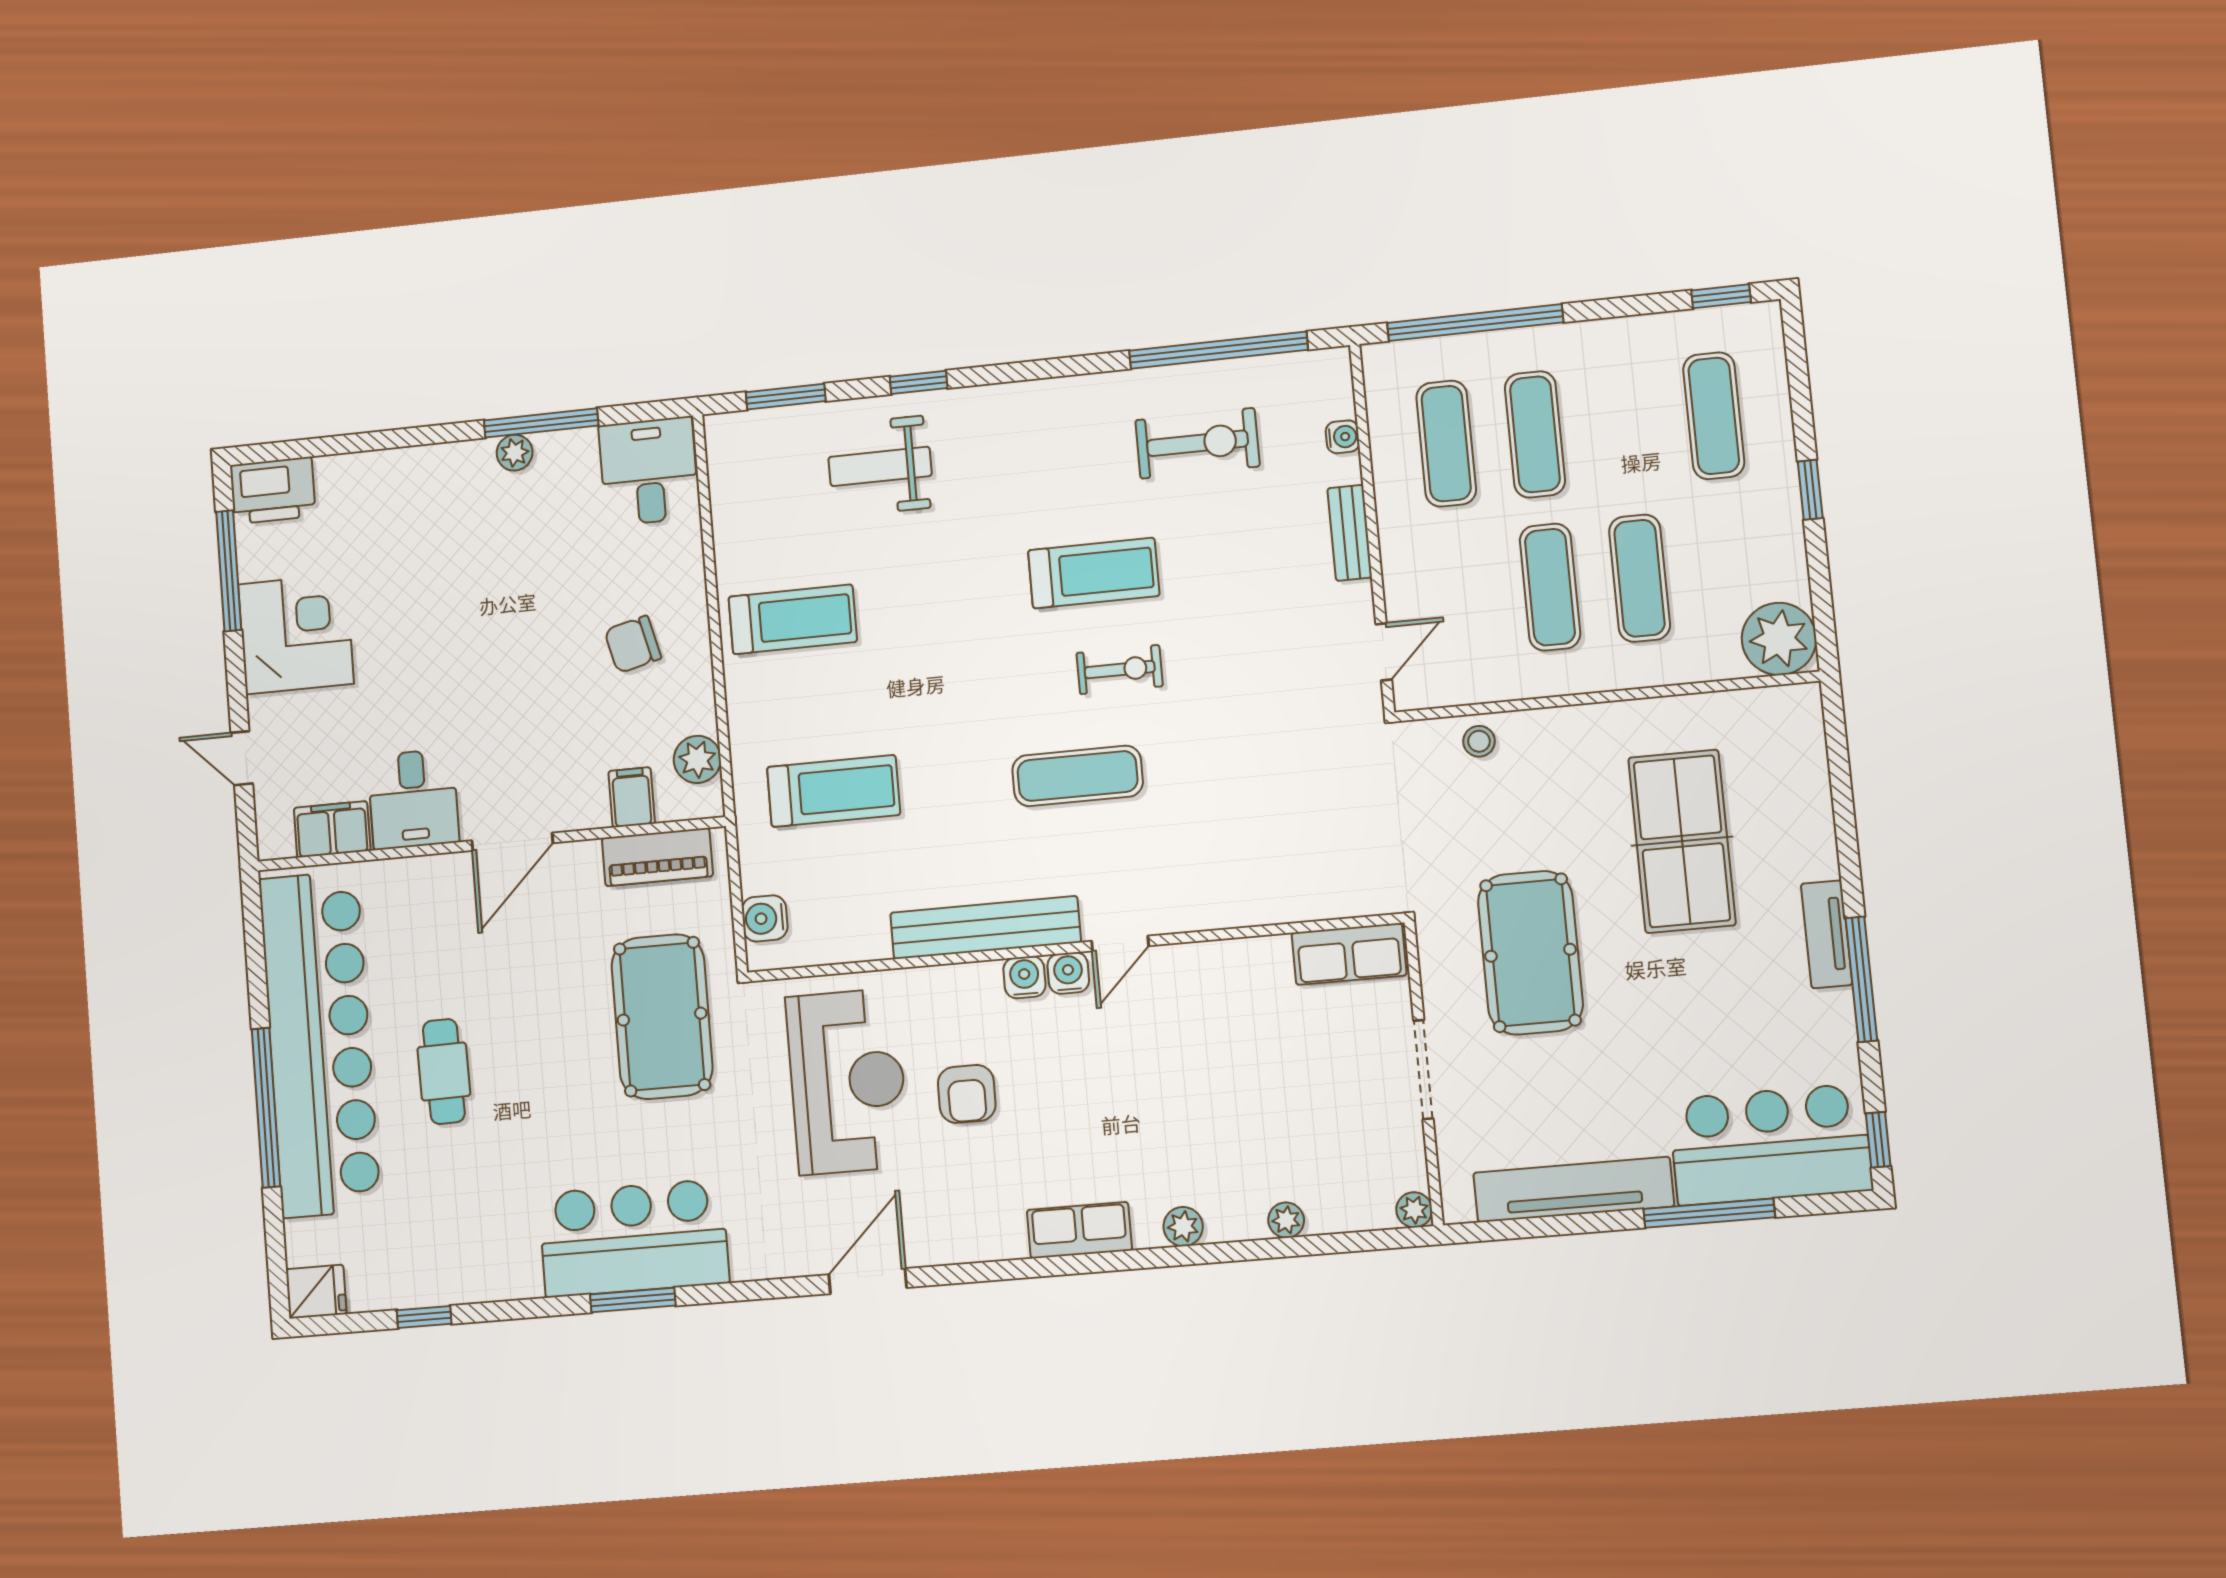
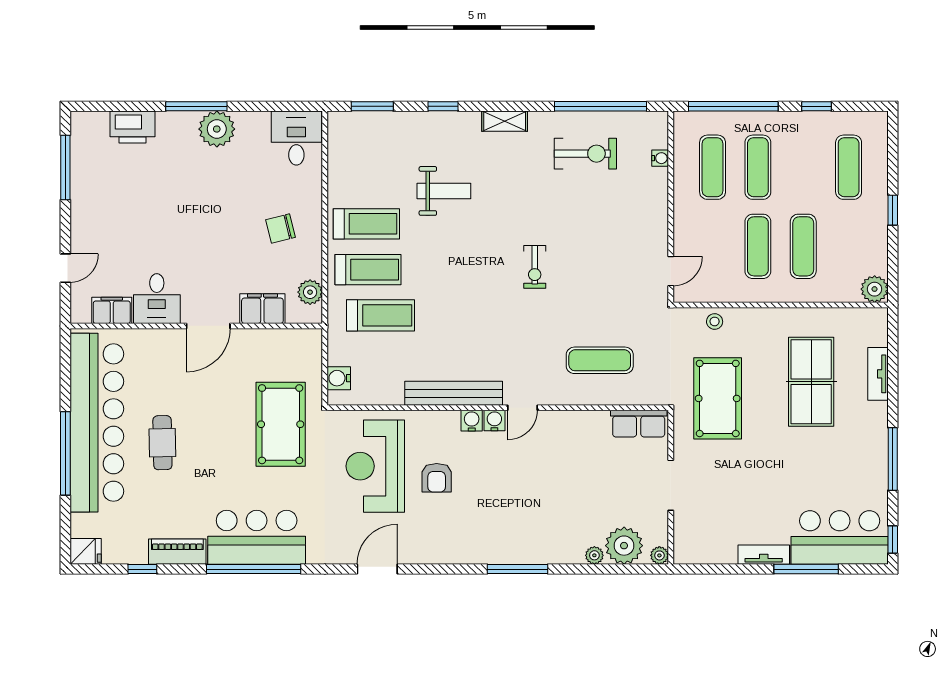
window: (1721, 296) -> (817, 106), moved
shelving: (1038, 398) -> (505, 121), added
window: (541, 423) -> (196, 106), moved
plant: (515, 453) -> (217, 129), width x1.87, depth x1.87
weight bench: (880, 466) -> (444, 191), moved, turned 180
printer: (273, 491) -> (133, 127), moved
bench: (1350, 533) -> (659, 208), removed
treadmill: (1094, 573) -> (368, 270), moved
corner desk: (296, 634) -> (100, 205), removed
plant: (1779, 639) -> (875, 289), width x0.73, depth x0.73
exercise bike: (1120, 670) -> (535, 267), turned 90
door: (242, 758) -> (65, 268), swing flipped
exercise mat: (1078, 776) -> (600, 360), moved
filing cabinet: (632, 797) -> (262, 309), width x2.00
piano: (657, 857) -> (177, 552), moved, turned 180
tv unit: (1827, 934) -> (878, 374), moved
pool table: (1530, 953) -> (718, 398), moved
reception desk: (848, 1082) -> (375, 466), turned 180
tv unit: (1574, 1189) -> (764, 555), width x0.52, depth x0.78
plant: (1183, 1227) -> (624, 546), moved, width x1.88, depth x1.88
row of seats: (1079, 1230) -> (489, 552), removed
window: (1138, 1259) -> (518, 569), added
window: (633, 1300) -> (254, 569), width x2.11

